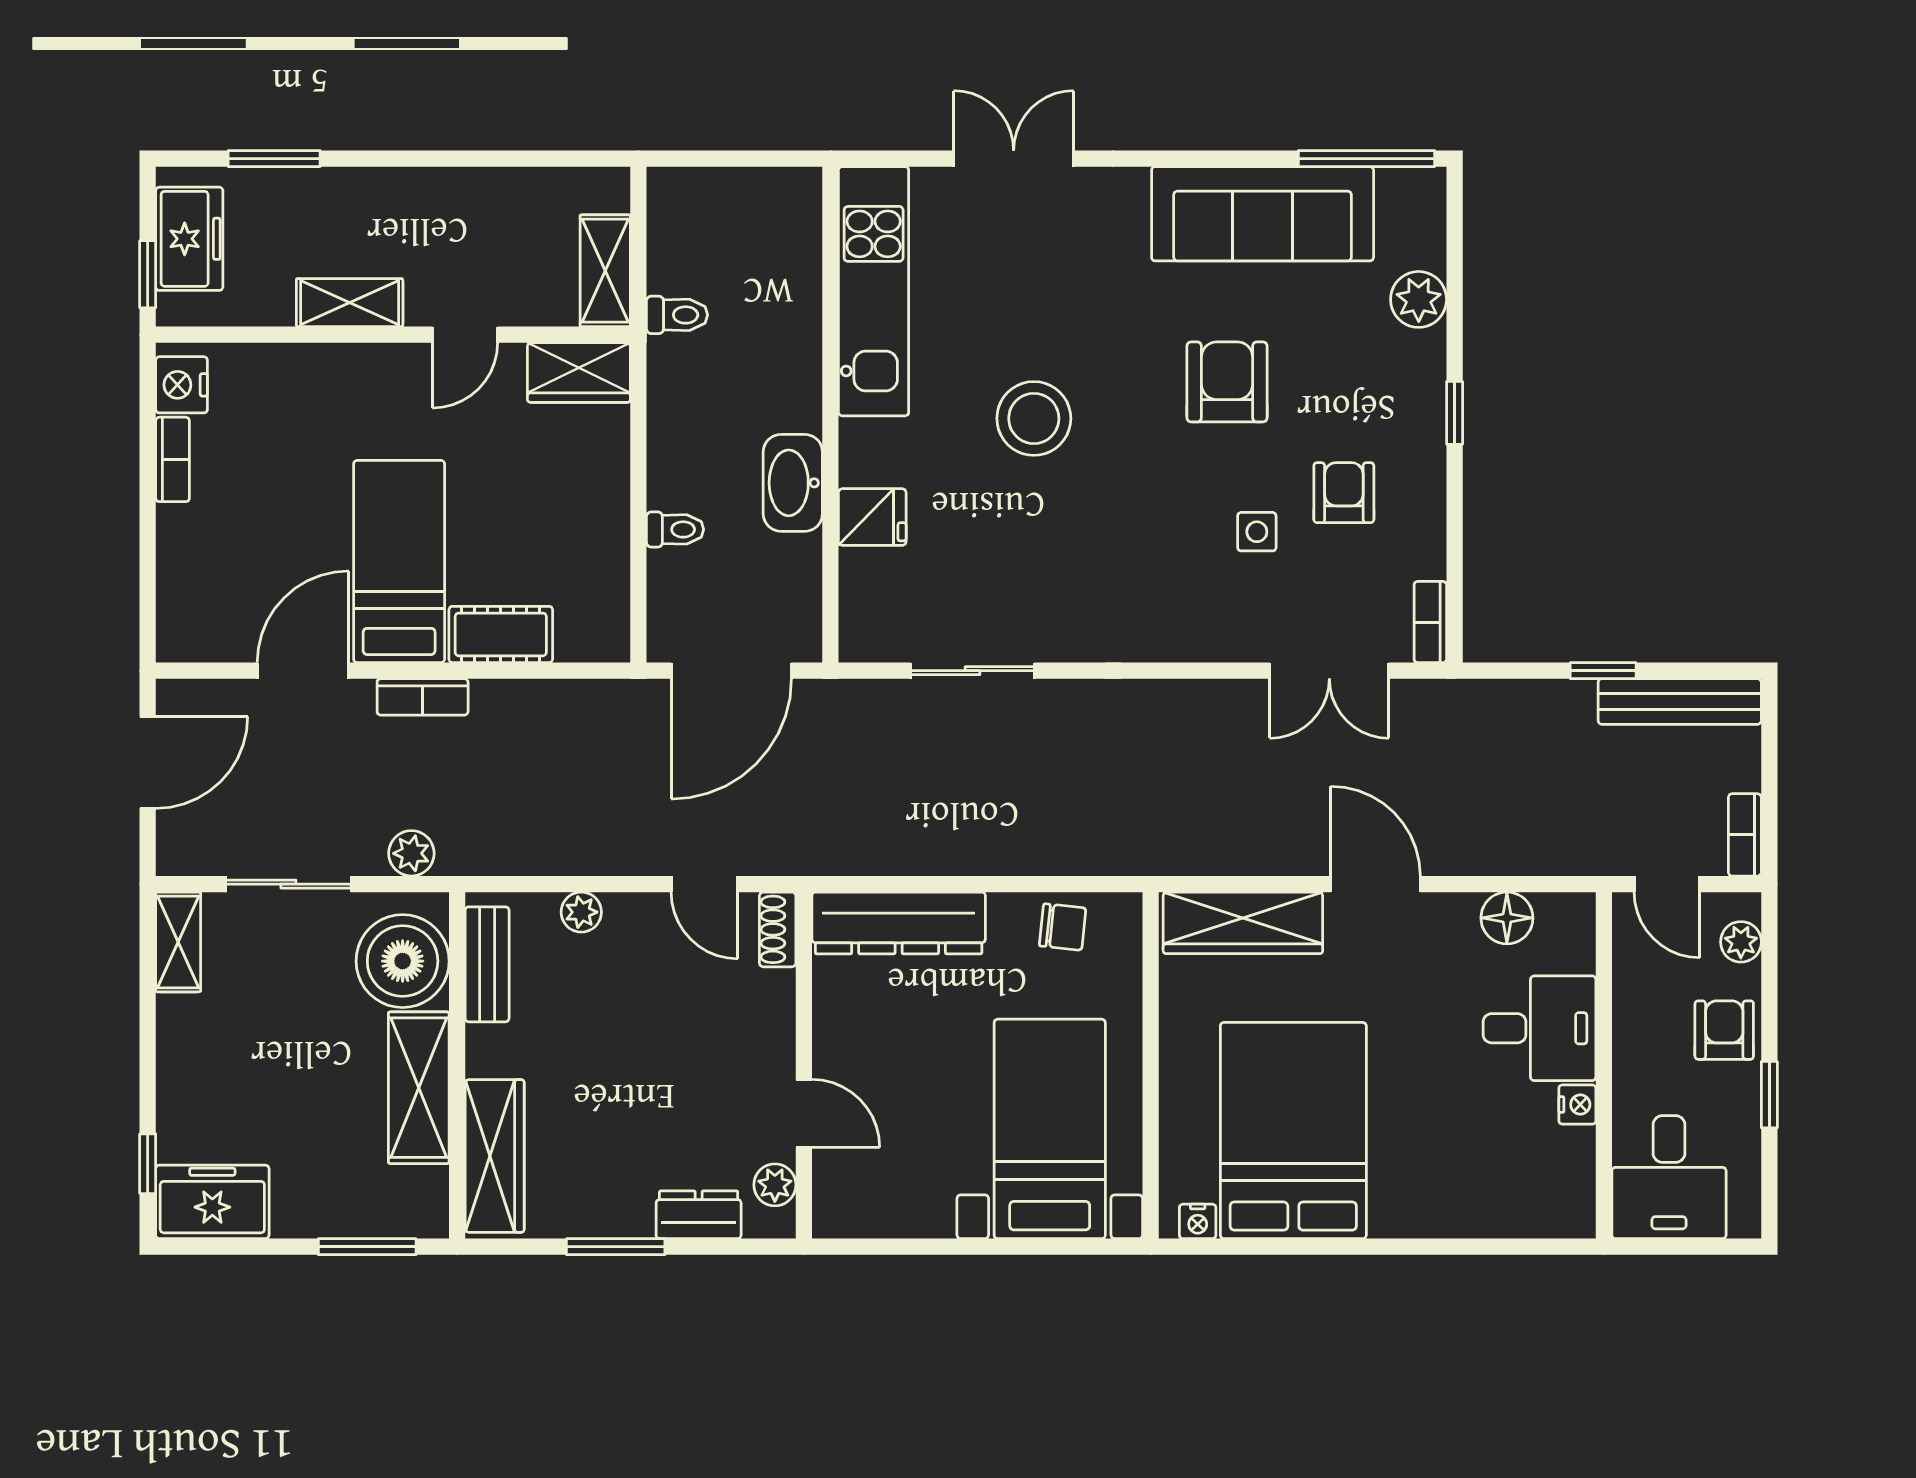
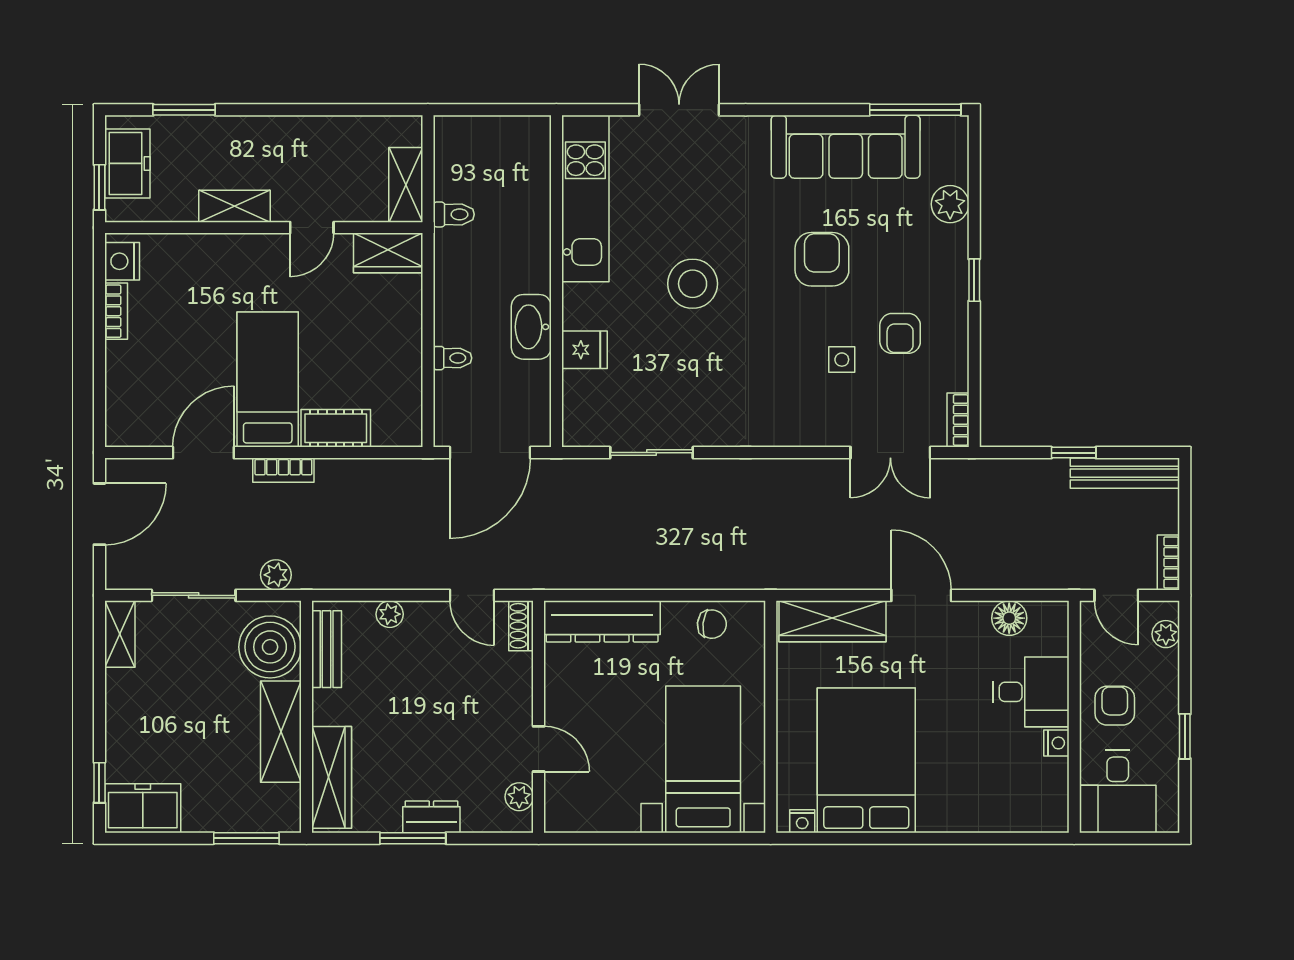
armchair: (1344, 493) -> (900, 333), turned 180
armchair: (1724, 1030) -> (1115, 706), moved
dresser: (699, 1215) -> (431, 817), moved

